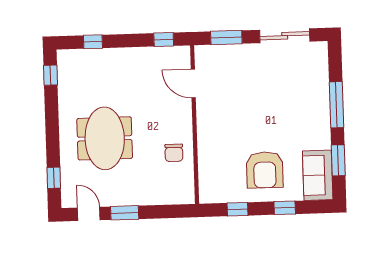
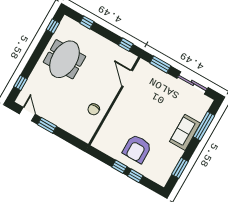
window: (336, 105) -> (204, 126), moved
meeting table: (105, 138) -> (64, 59), moved
sofa: (318, 175) -> (185, 132), moved
window: (237, 209) -> (119, 167), moved

